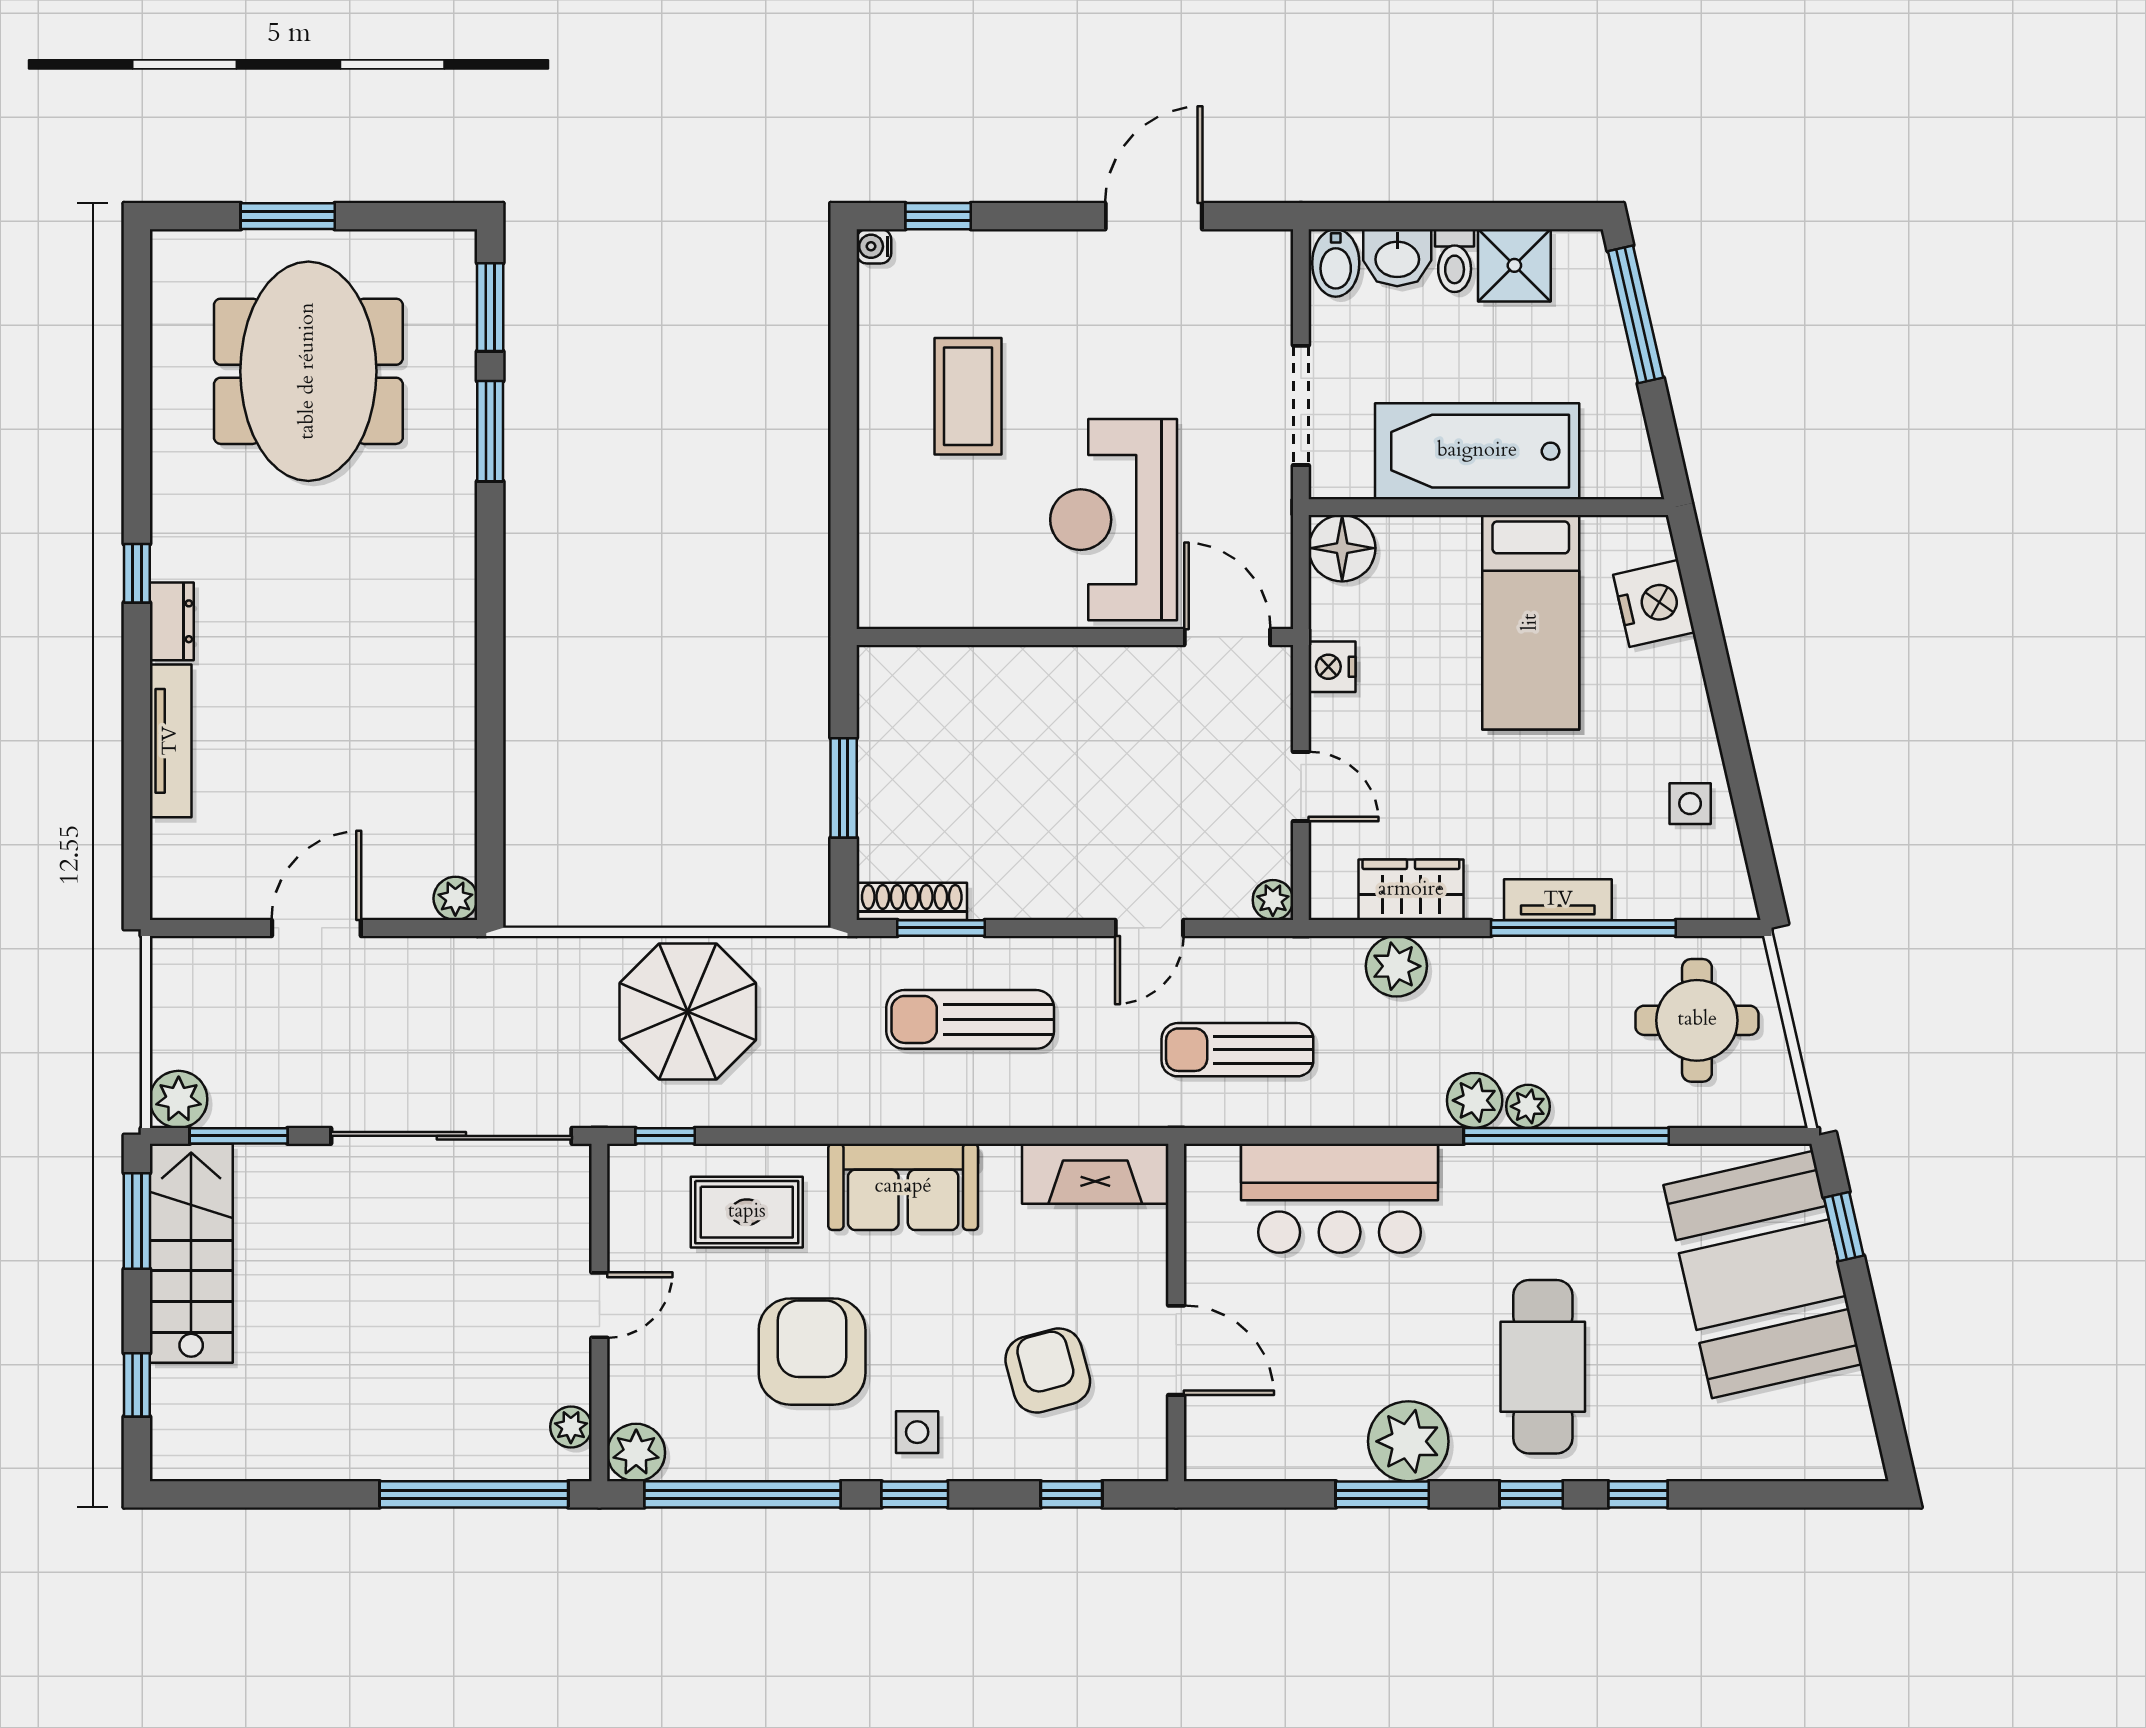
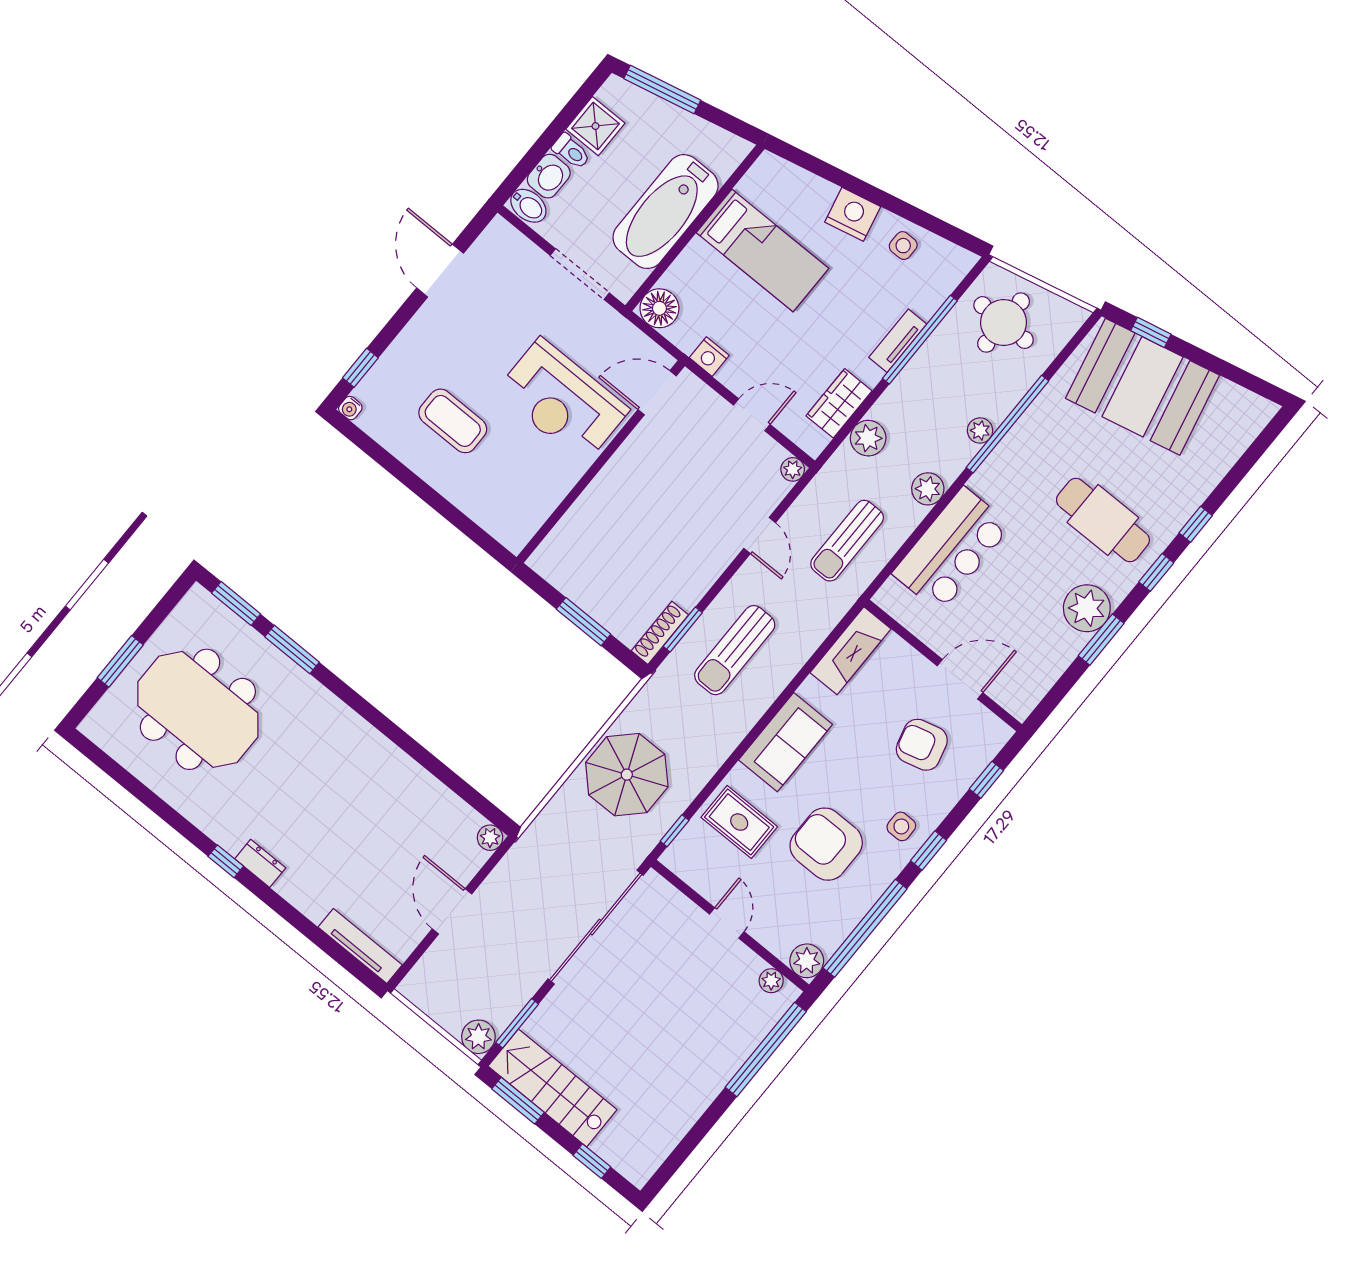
nightstand: (1654, 603) -> (853, 214), moved
tv unit: (171, 741) -> (360, 946), moved
plant: (1475, 1100) -> (928, 489), moved
rug: (747, 1212) -> (739, 822), turned 90

